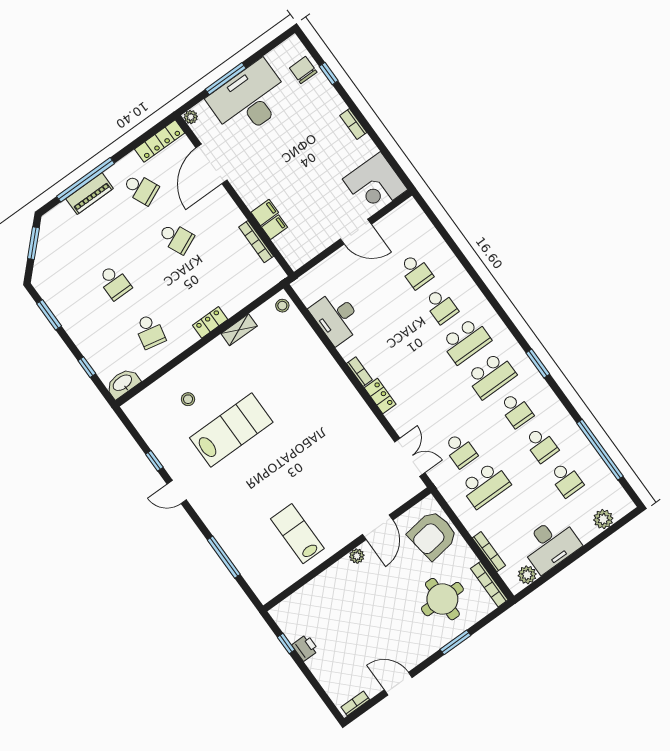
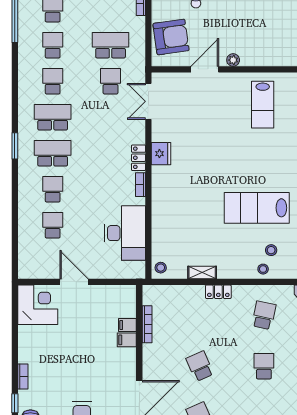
bookcase: (353, 124) -> (23, 377), moved
desk: (336, 317) -> (125, 233), width x1.36, depth x1.30
window: (538, 364) -> (15, 146), moved
stool: (183, 375) -> (263, 269), added
fridge: (361, 416) -> (161, 154), added

